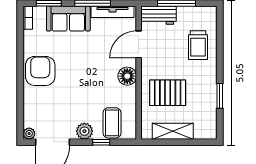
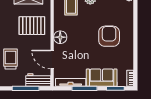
door: (139, 44) -> (52, 60), swing flipped
armchair: (40, 71) -> (109, 36), moved, turned 180

